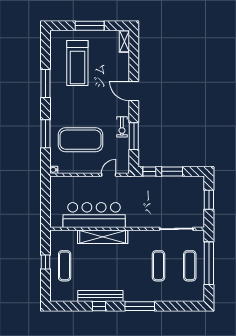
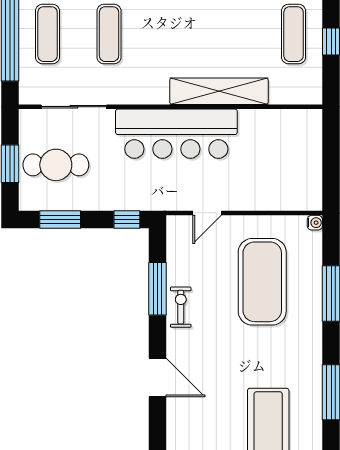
exercise mat: (81, 140) -> (262, 282), turned 90
window: (172, 171) -> (60, 219), moved
cafe table: (186, 199) -> (56, 165), added
bar counter: (94, 215) -> (176, 134), moved

